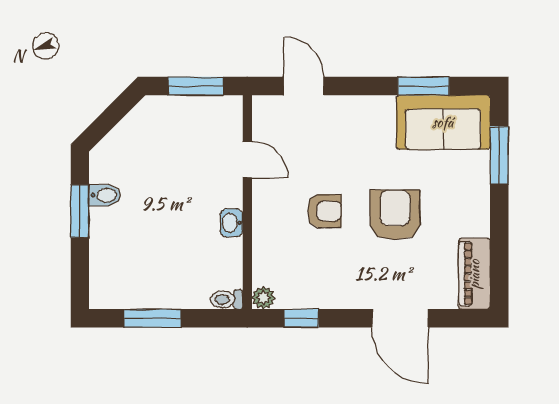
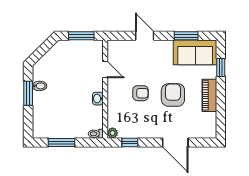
door: (304, 86) -> (145, 36), moved
window: (499, 155) -> (221, 68), width x0.67
piano: (474, 274) -> (209, 95), moved

